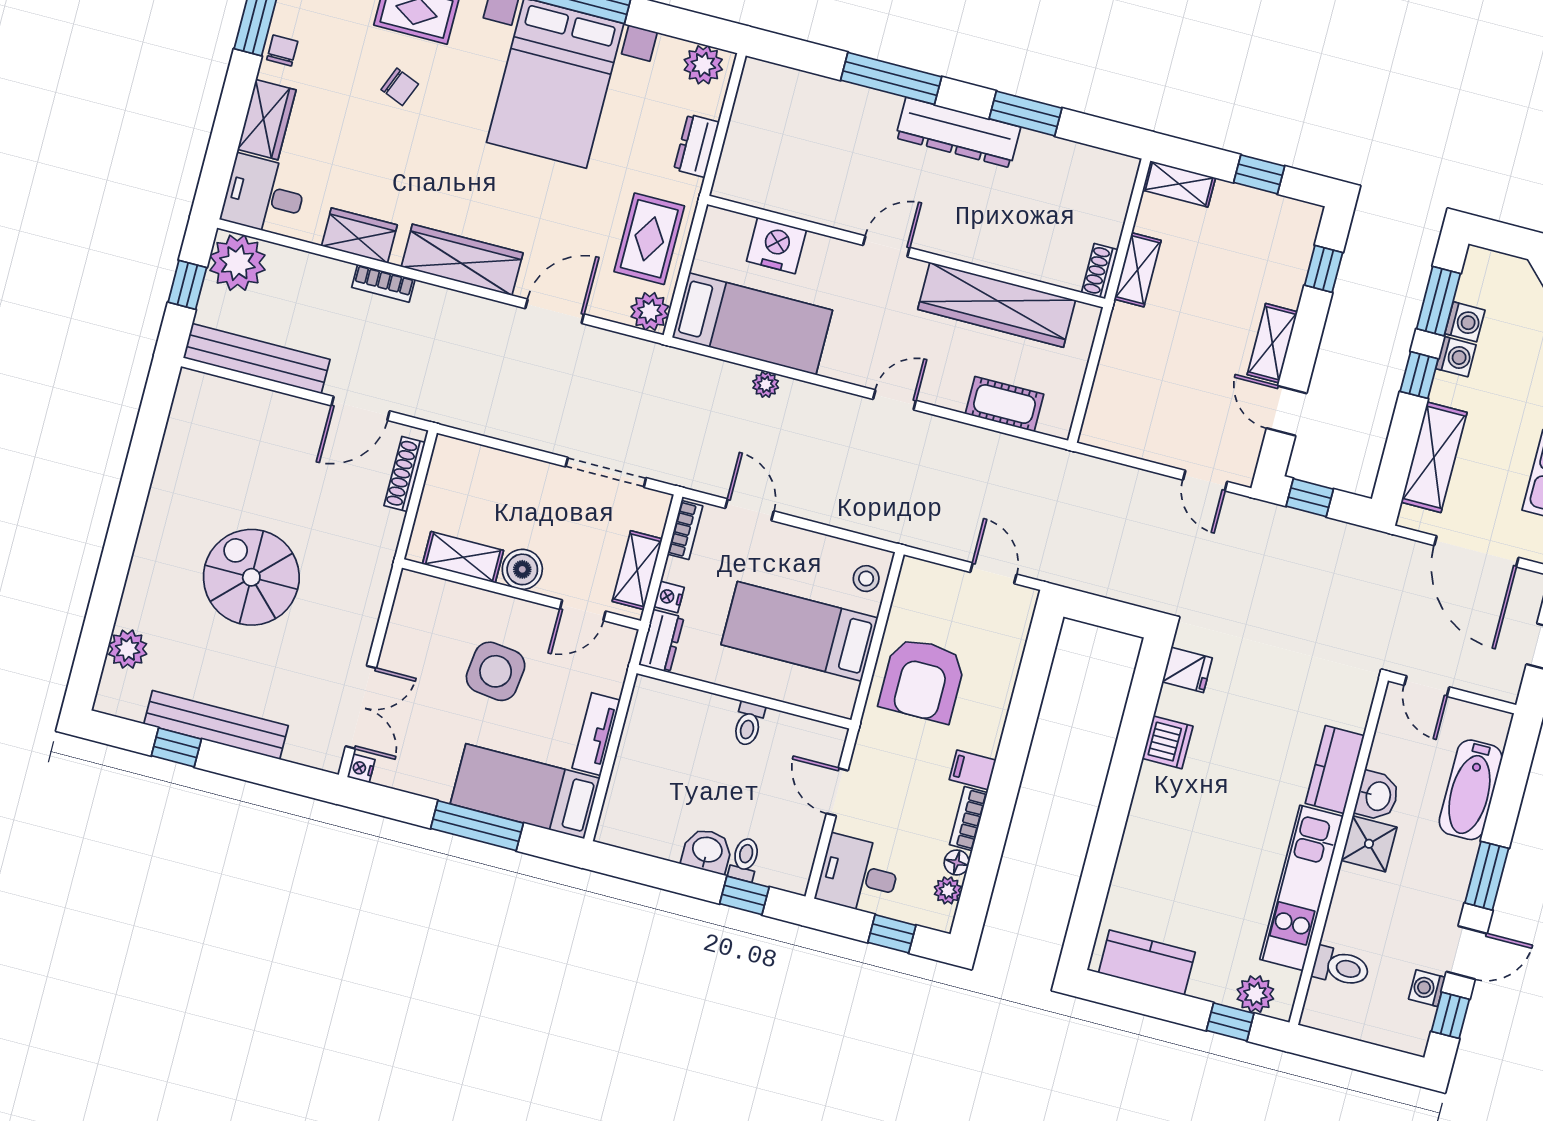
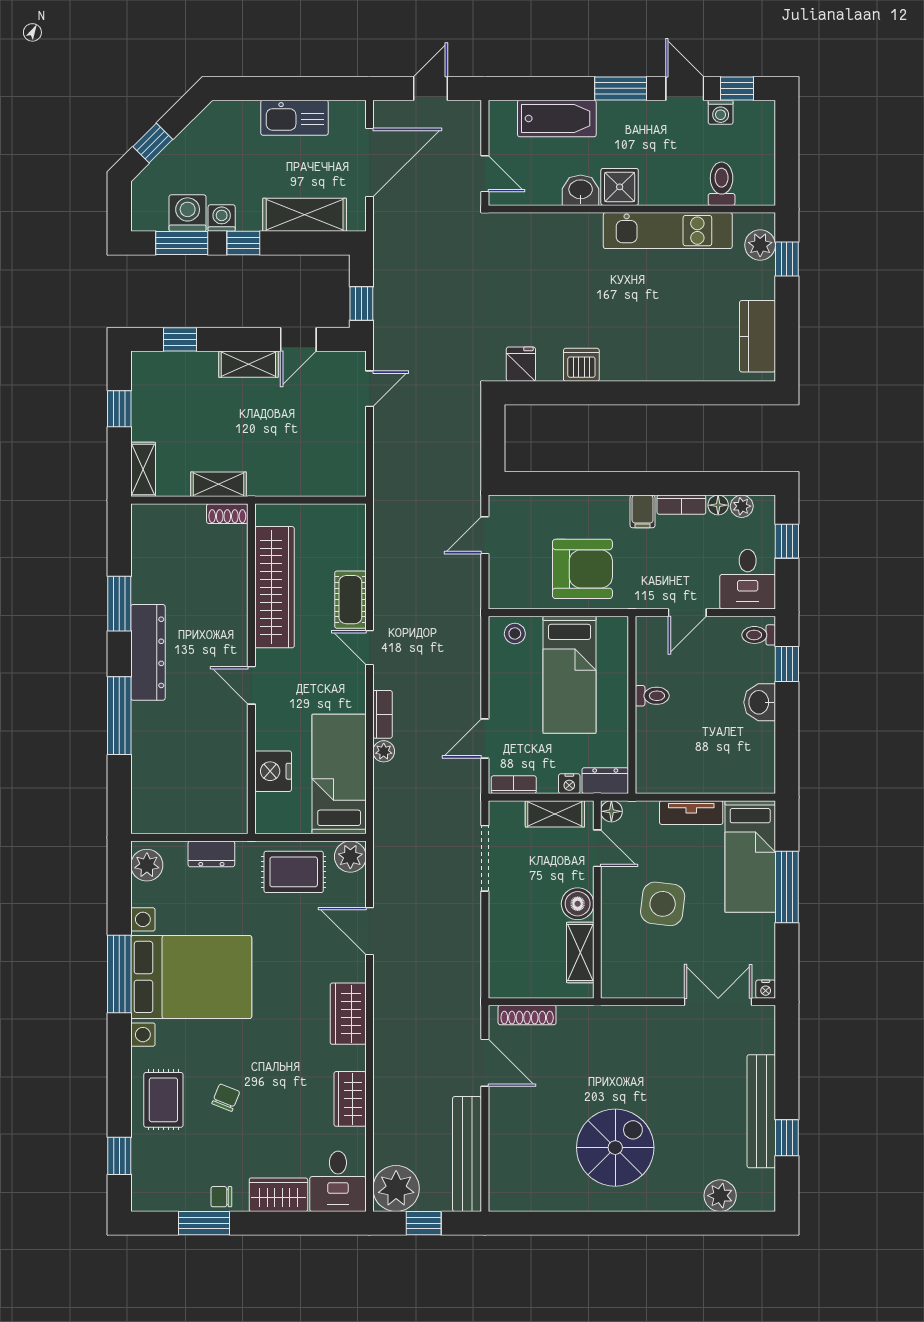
wardrobe: (462, 260) -> (348, 1014), width x0.67
bookcase: (383, 283) -> (383, 714), moved
washing machine: (1465, 322) -> (188, 213), width x1.38, depth x1.38
cot: (1004, 404) -> (350, 600), moved
spiral stairs: (251, 577) -> (615, 1148), moved, turned 180
floor lamp: (623, 639) -> (611, 811), added
door: (1427, 686) -> (485, 174), hinge flipped
kitchen counter: (1335, 770) -> (569, 229), removed
toilet: (745, 859) -> (759, 635), moved

